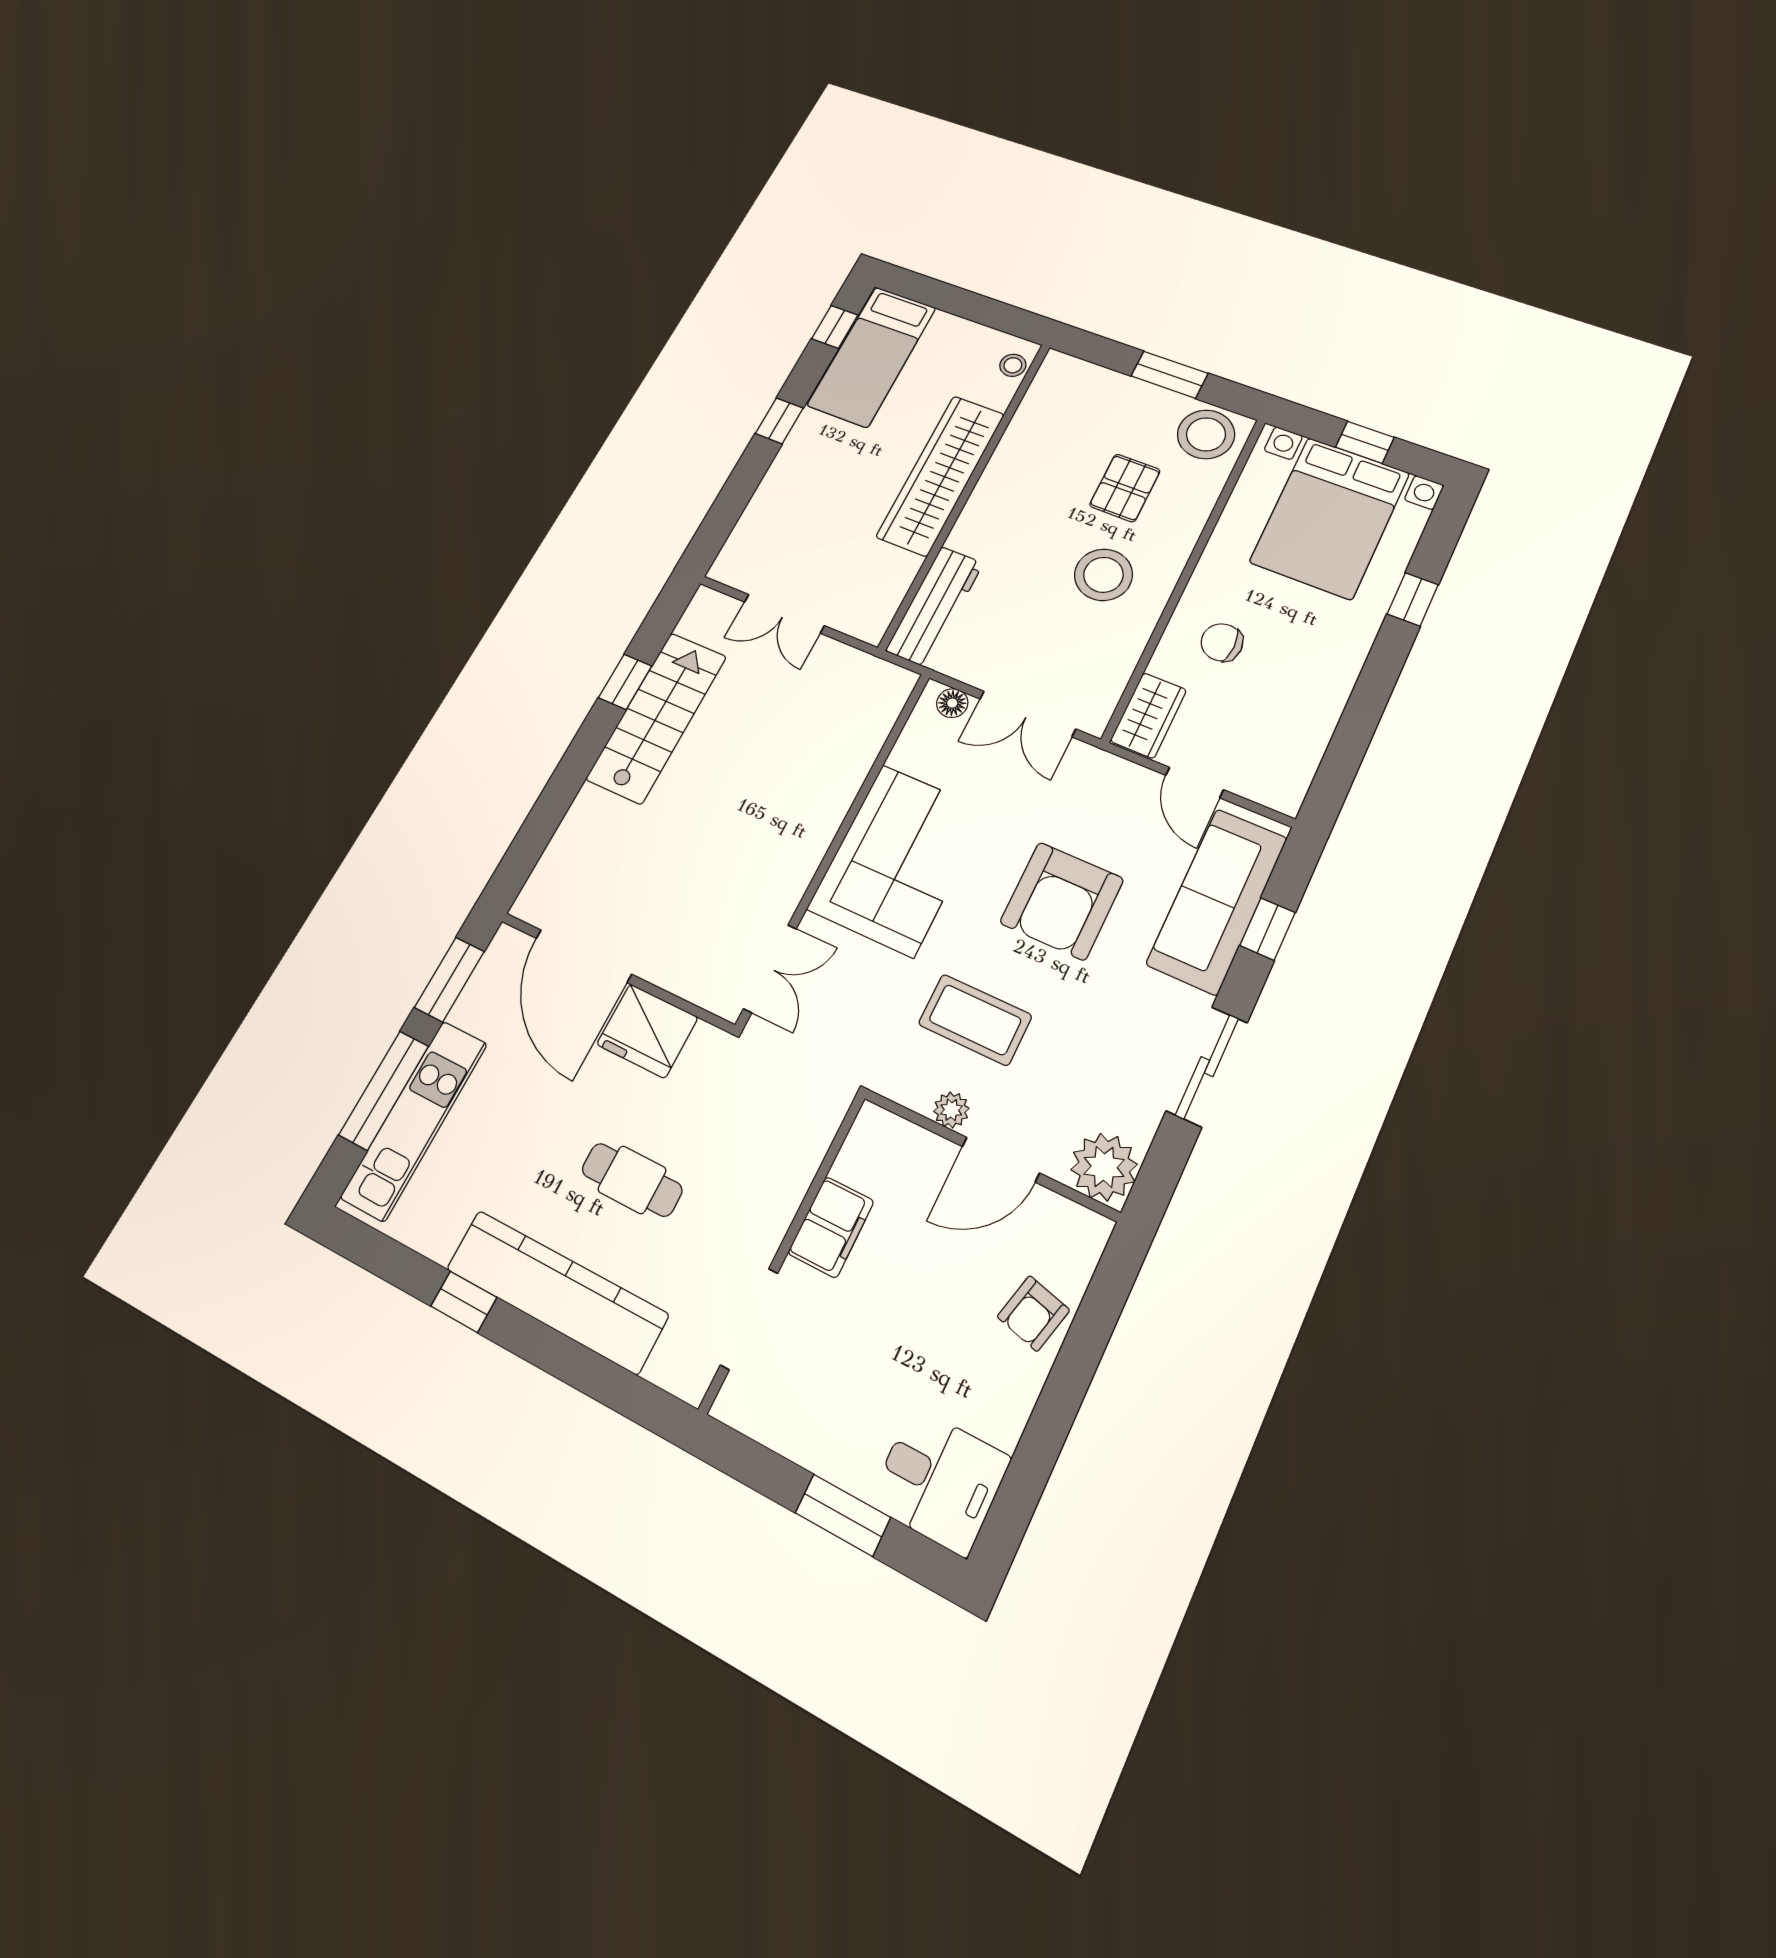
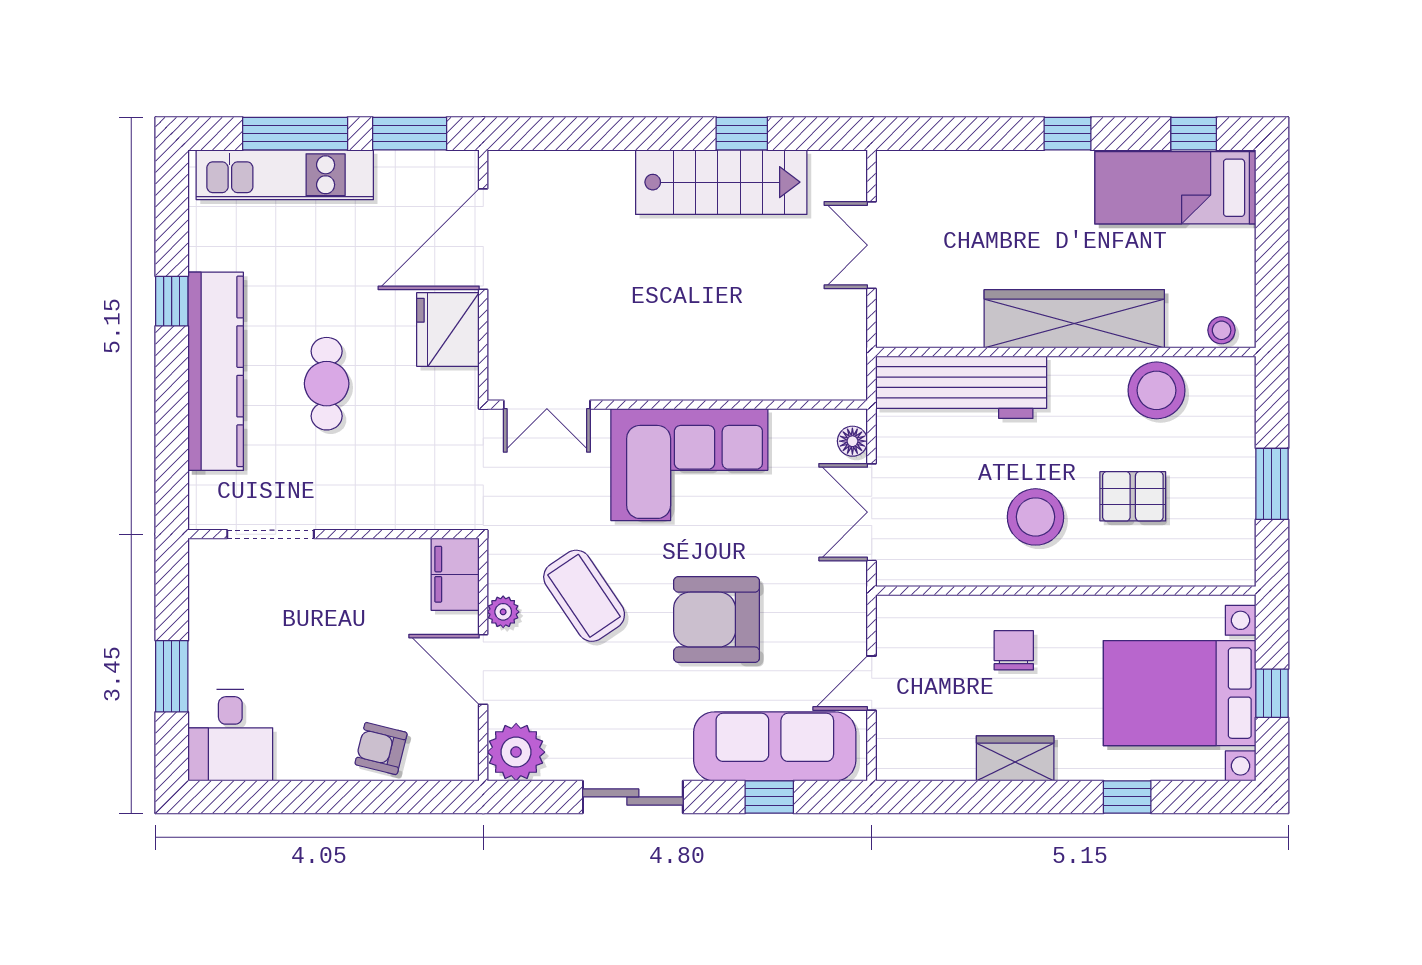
stool: (1206, 434) -> (1157, 390), moved
workbench: (935, 607) -> (961, 387), width x1.36, depth x1.32
wardrobe: (1148, 715) -> (1015, 758), moved, turned 180
coffee table: (975, 1020) -> (584, 596), turned -34
filing cabinet: (831, 1227) -> (455, 574), moved, turned 90

